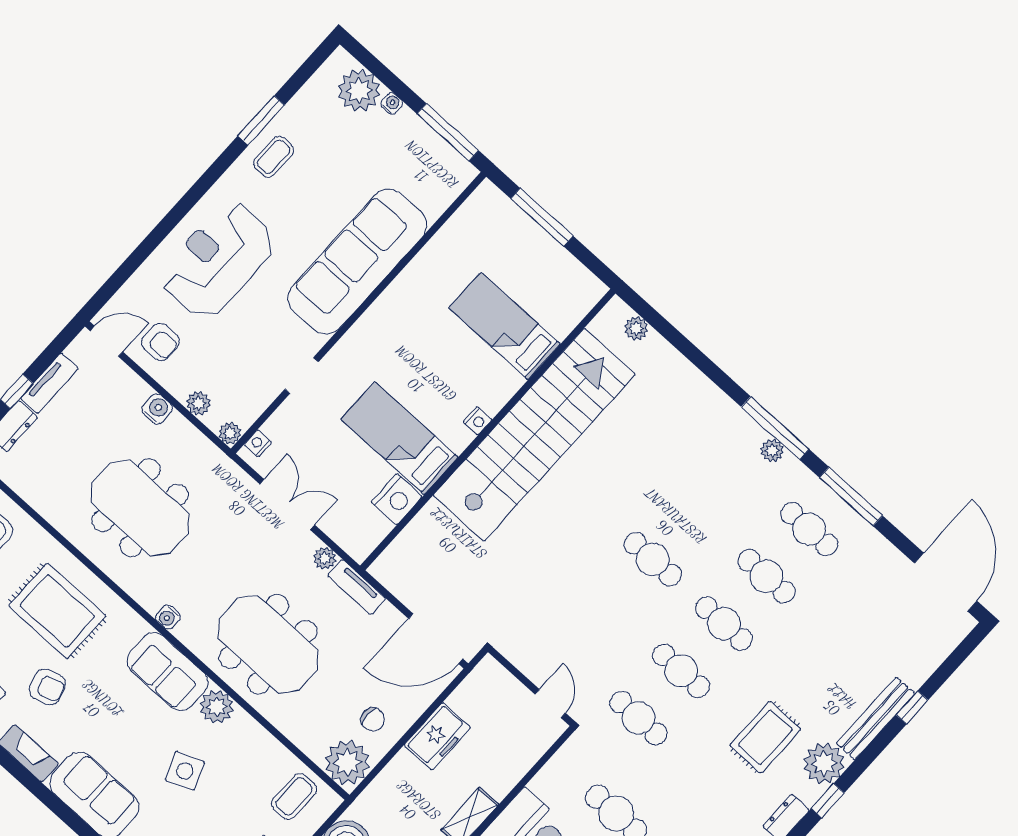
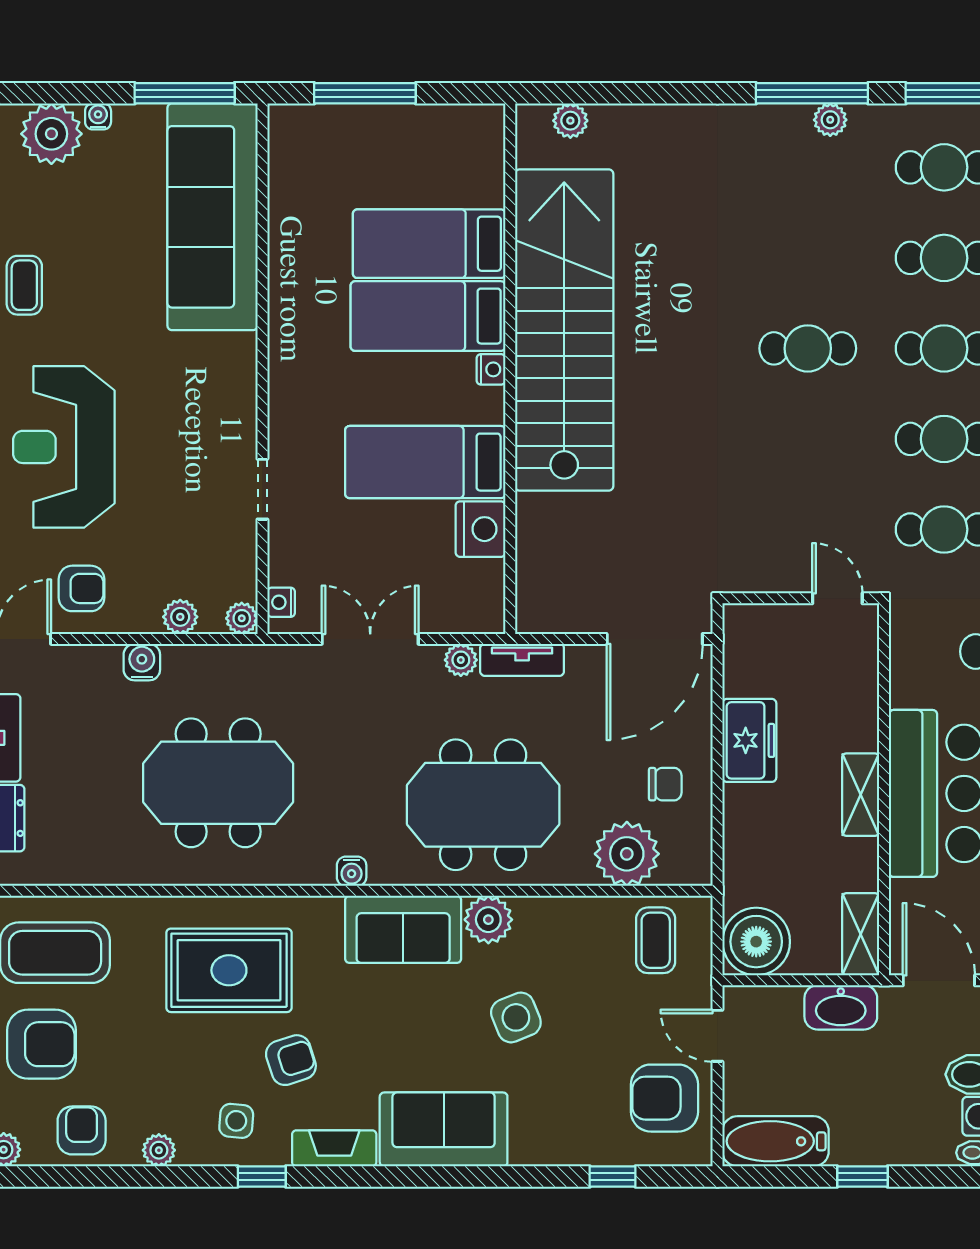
sofa: (357, 262) -> (212, 217), moved
bed: (470, 363) -> (428, 316), added
plant: (347, 762) -> (627, 854), moved

